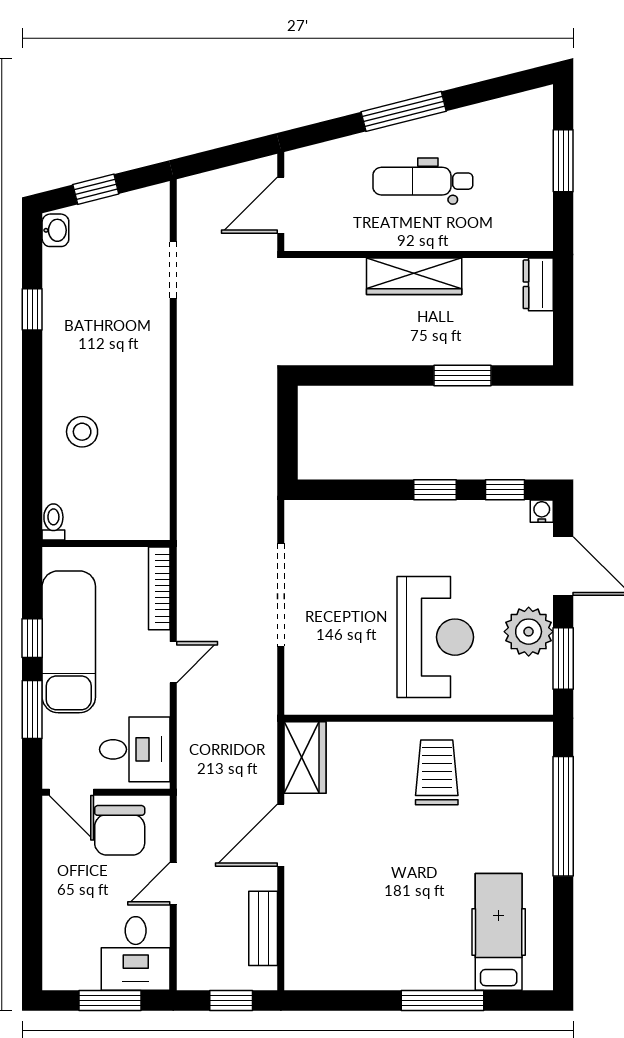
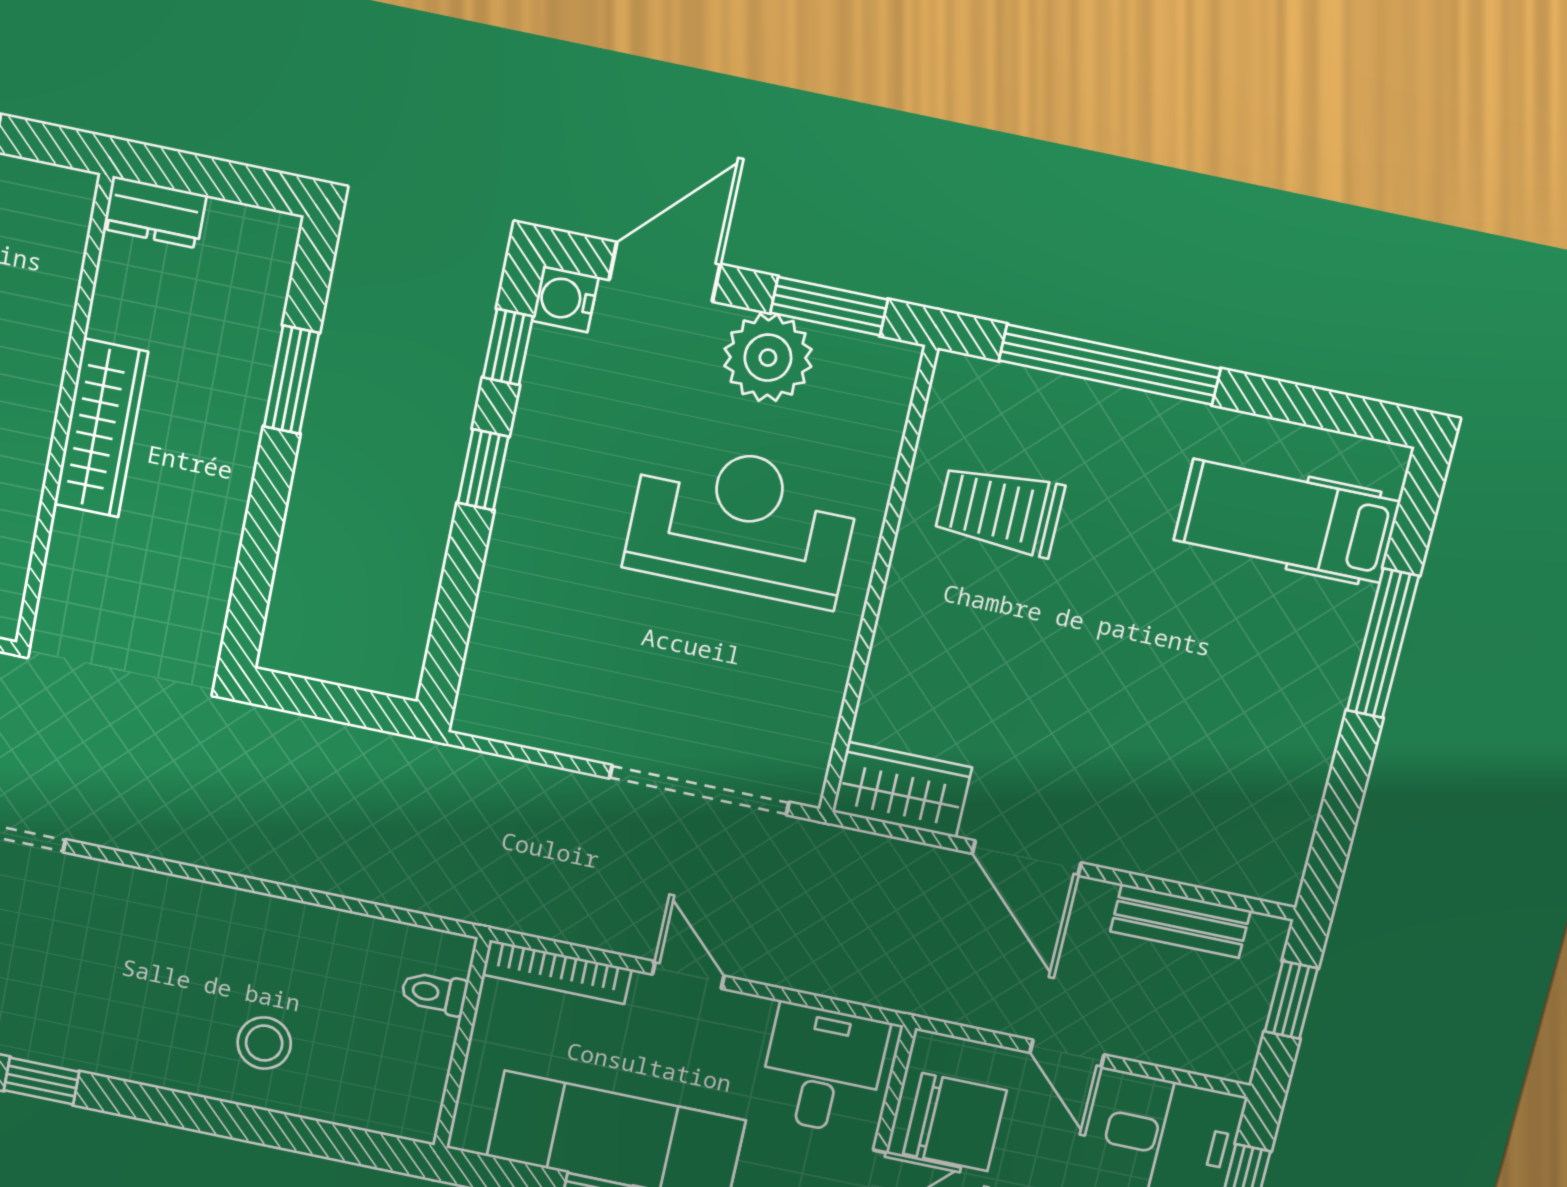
water cooler: (542, 511) -> (565, 299), width x1.38, depth x1.38
toilet: (53, 522) -> (434, 993), moved
doorway: (281, 595) -> (699, 790), moved
trolley: (437, 772) -> (1000, 510), moved

